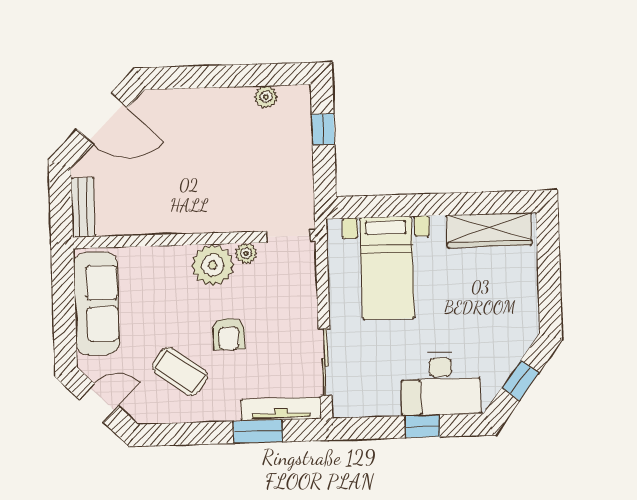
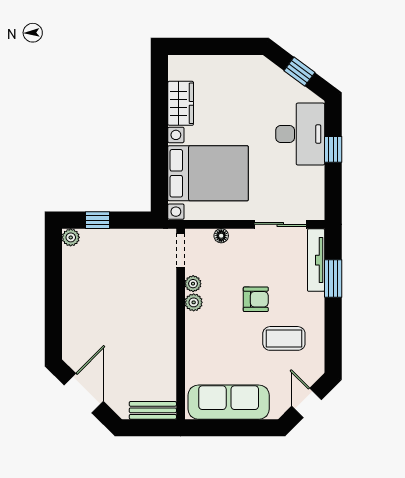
plant: (266, 97) -> (71, 237), moved
wardrobe: (489, 230) -> (181, 103), width x0.67
plant: (213, 265) -> (194, 302), width x0.53, depth x0.53
bed with nightstands: (387, 268) -> (208, 173), width x1.36
floor lamp: (308, 287) -> (221, 236), added
coffee table: (180, 371) -> (284, 338), turned 54

